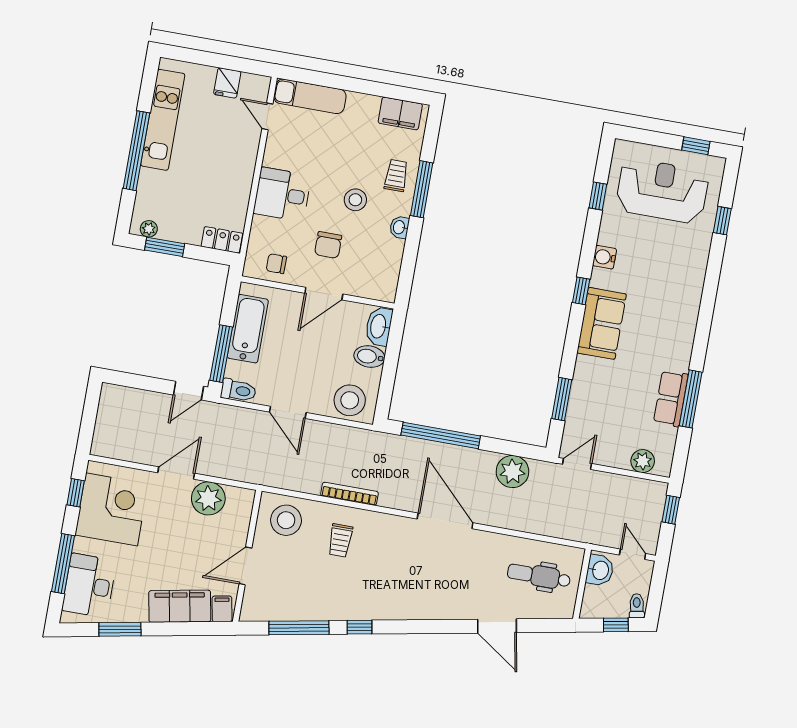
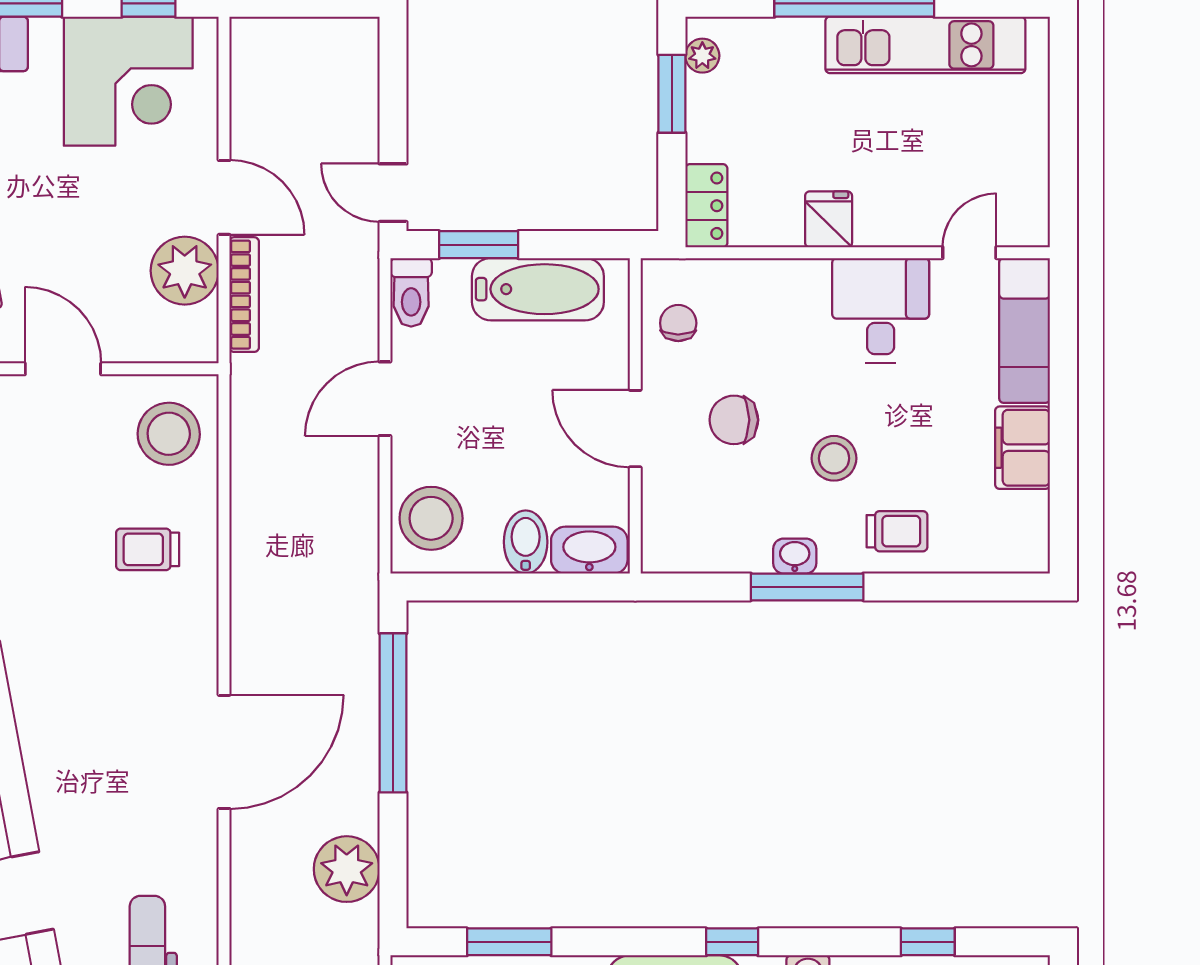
fridge: (227, 83) -> (829, 219), moved, turned 90
filing cabinet: (400, 113) -> (1023, 448), moved
window: (422, 189) -> (807, 587), moved
desk: (282, 194) -> (881, 310), moved
window: (221, 354) -> (479, 245), width x0.69
bookcase: (349, 494) -> (244, 295), moved

